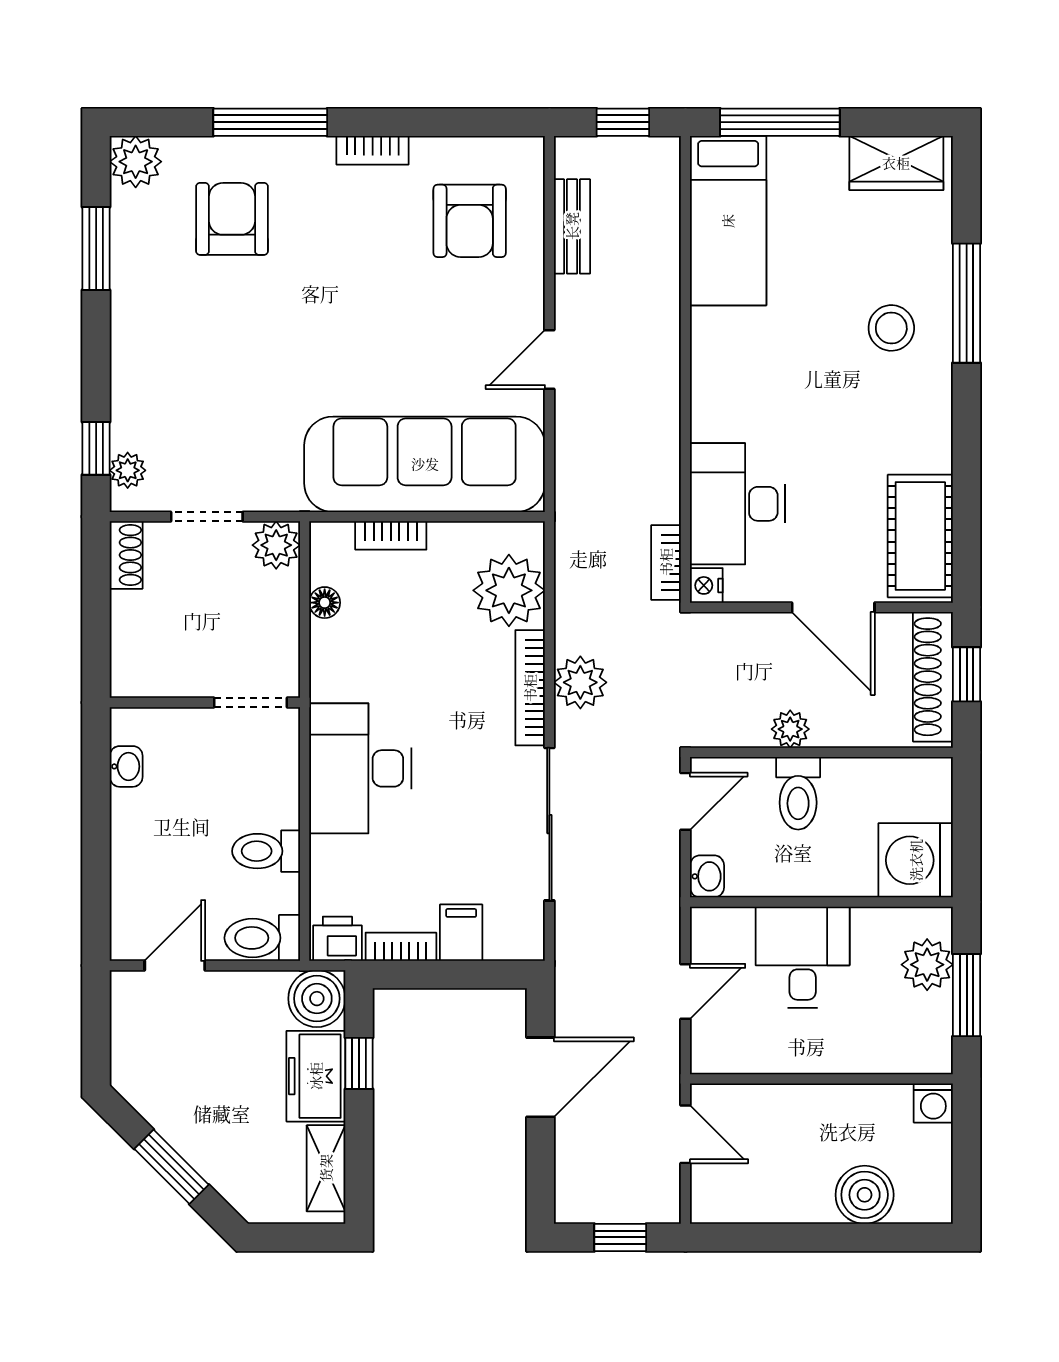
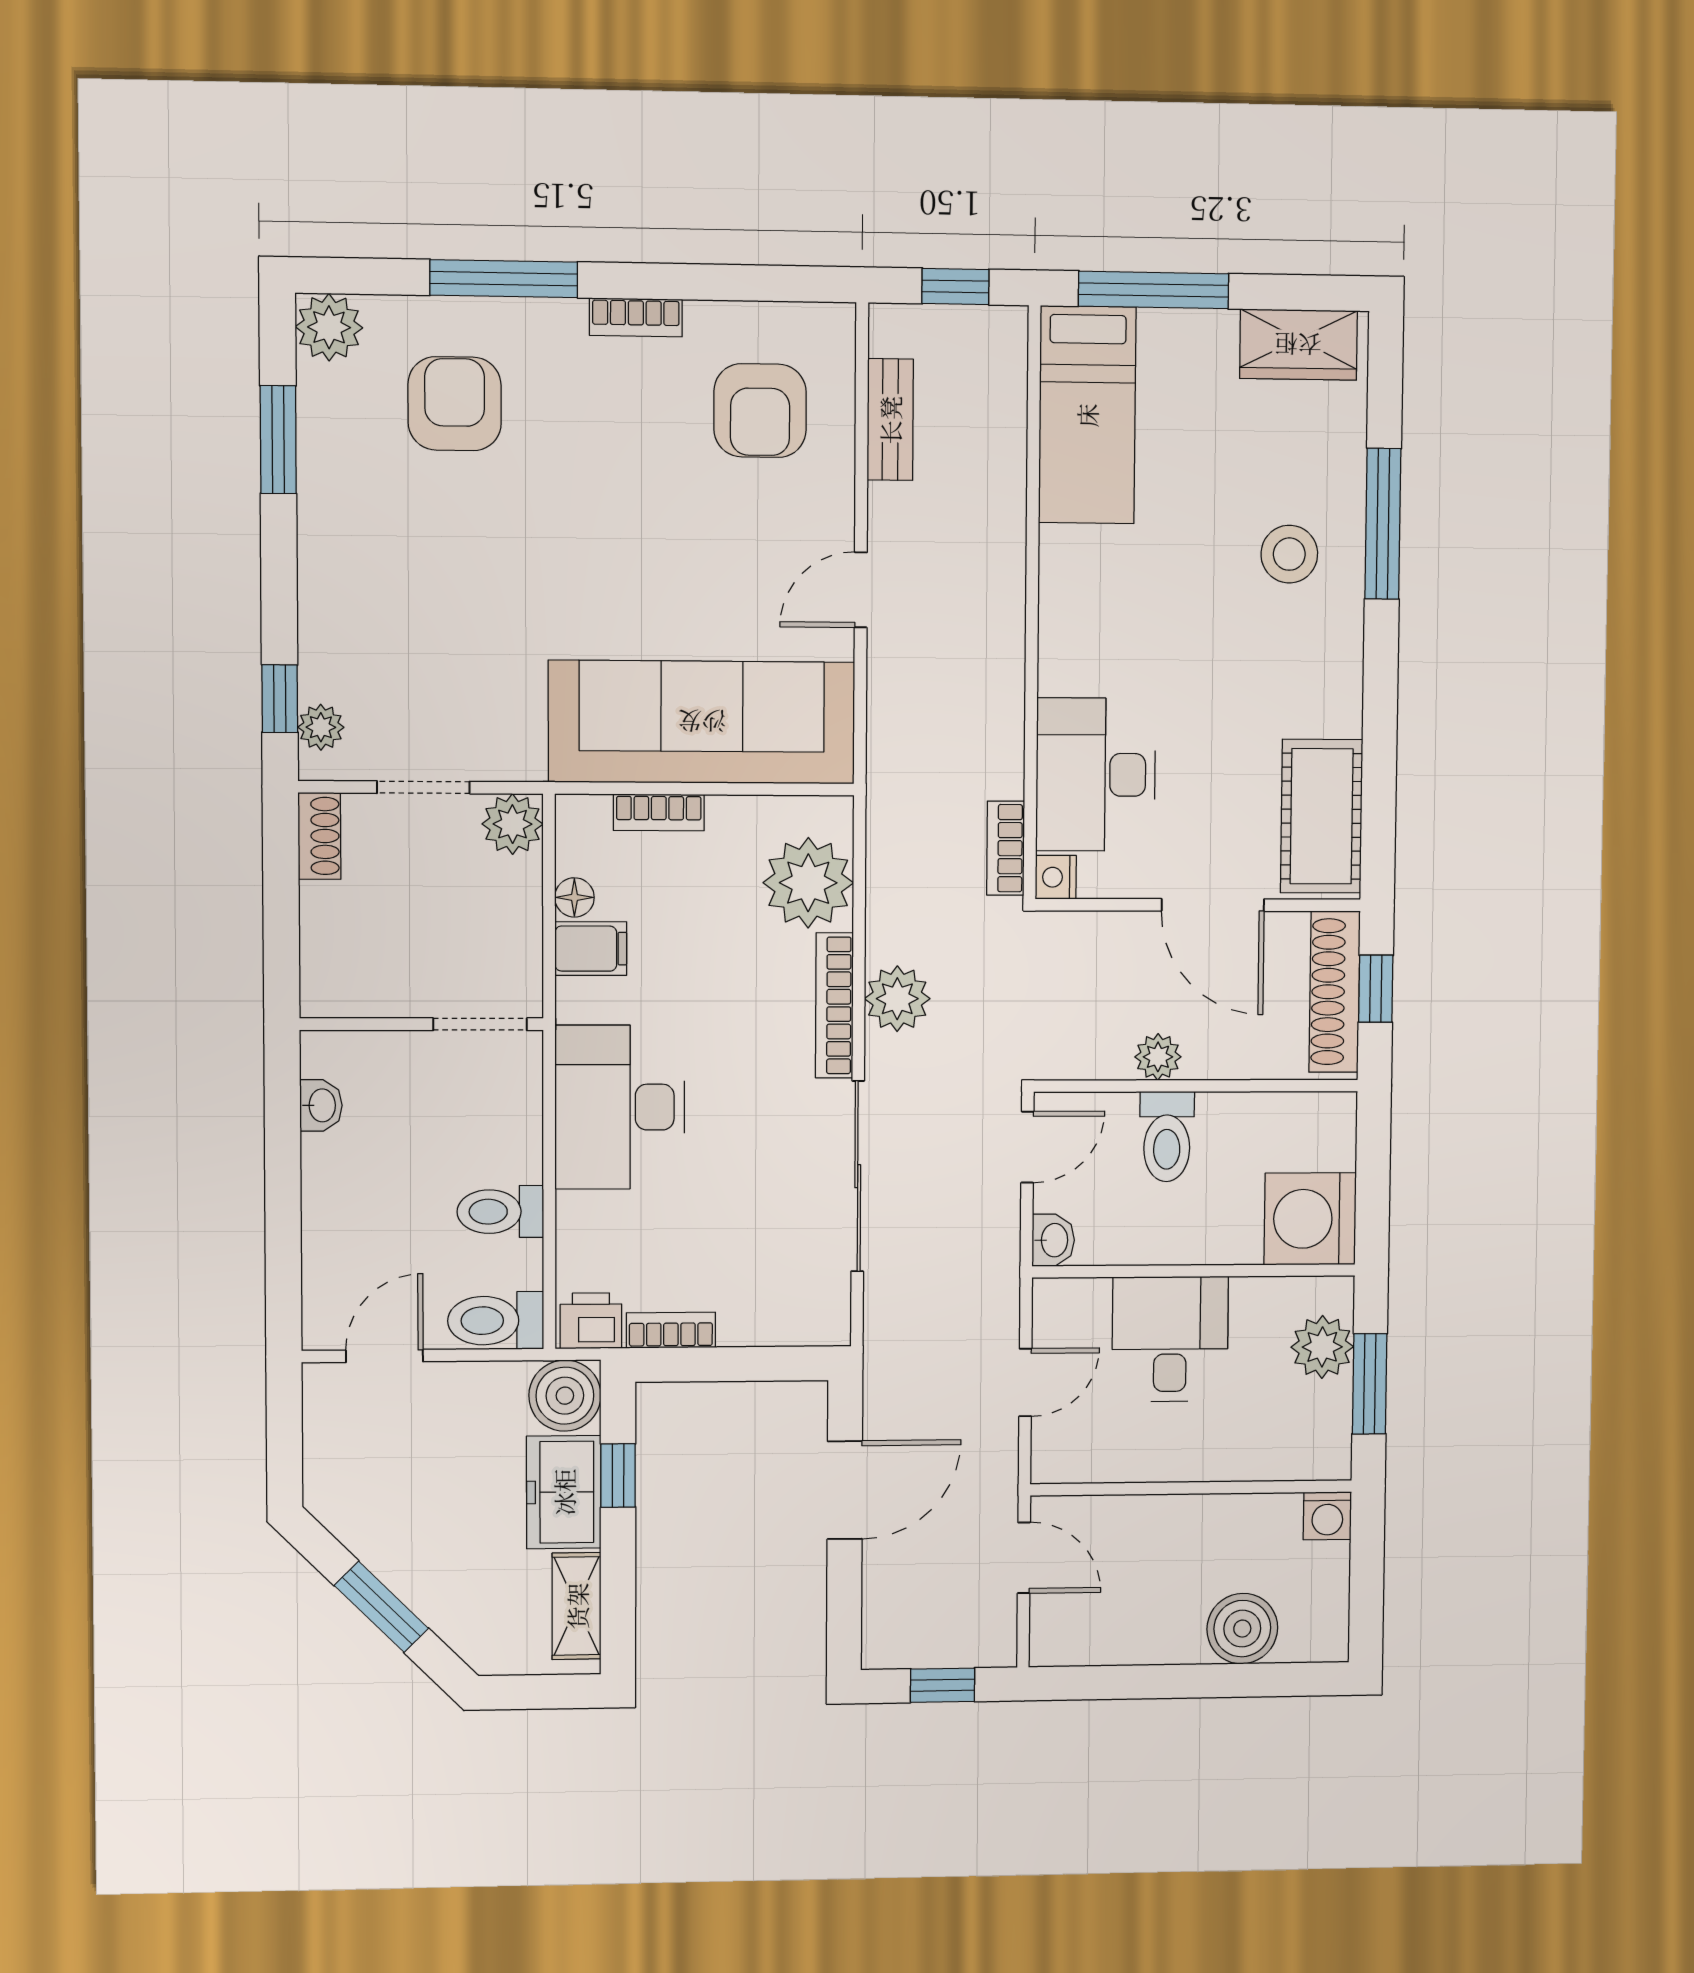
filing cabinet: (461, 933) -> (591, 949), moved, turned 90

